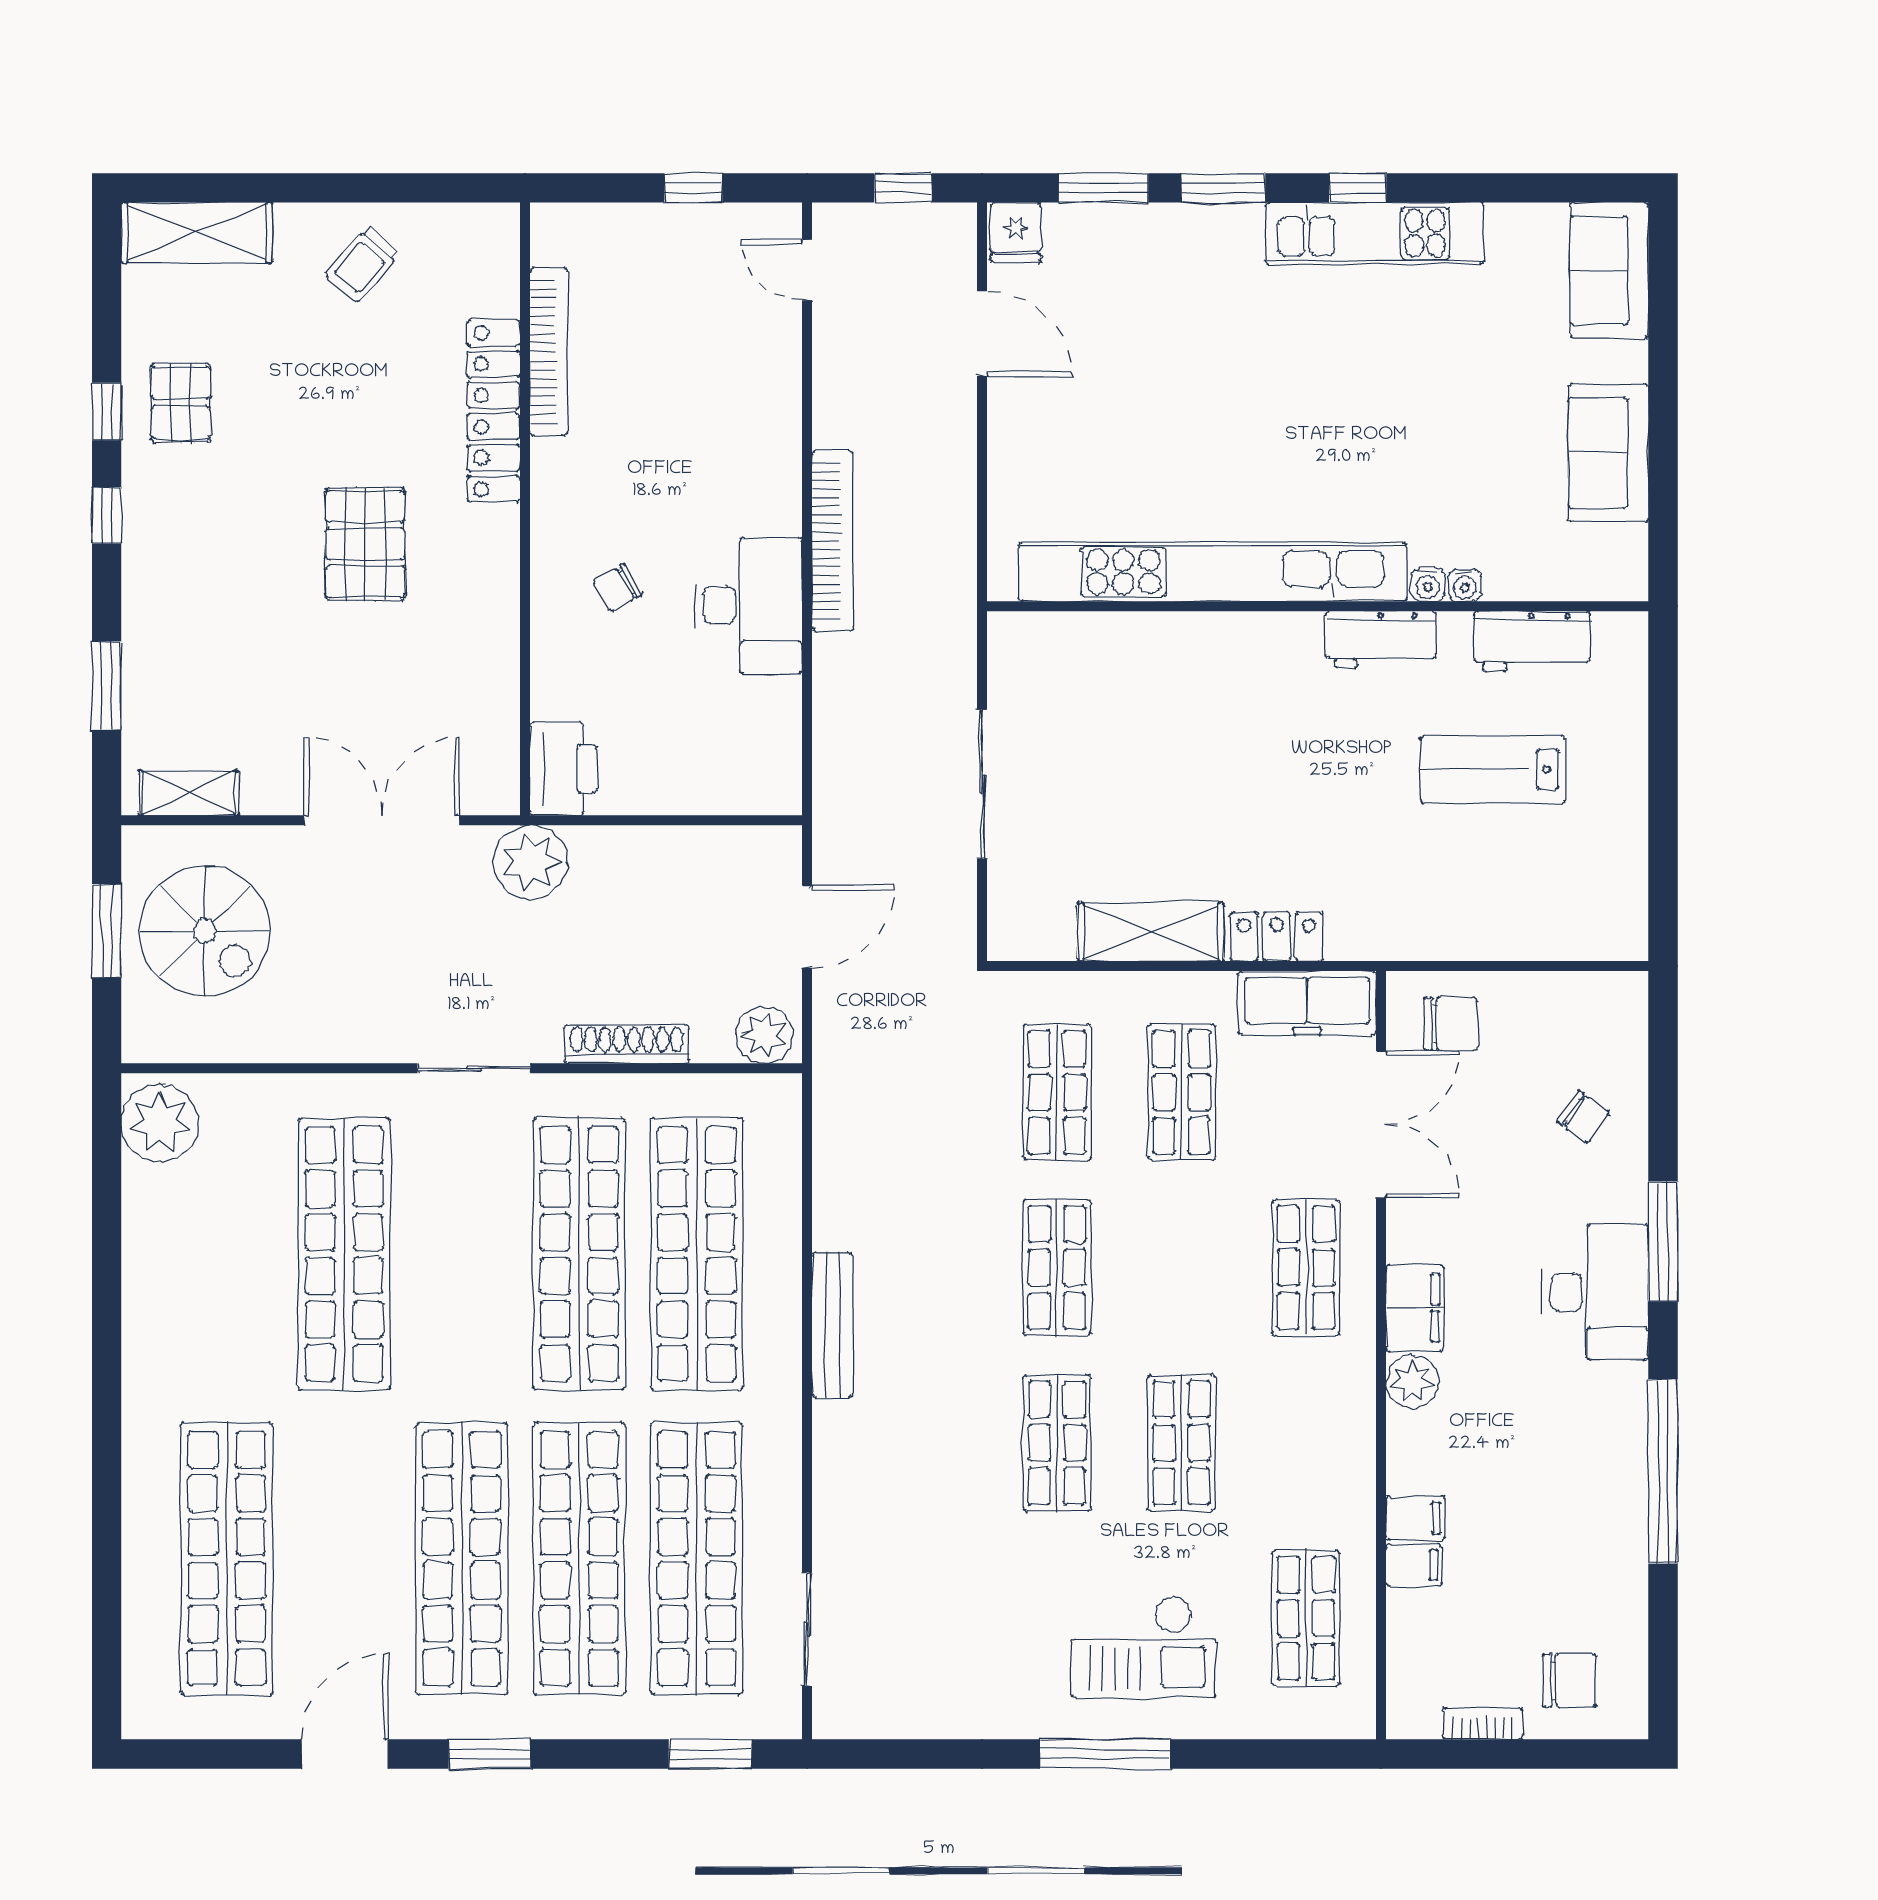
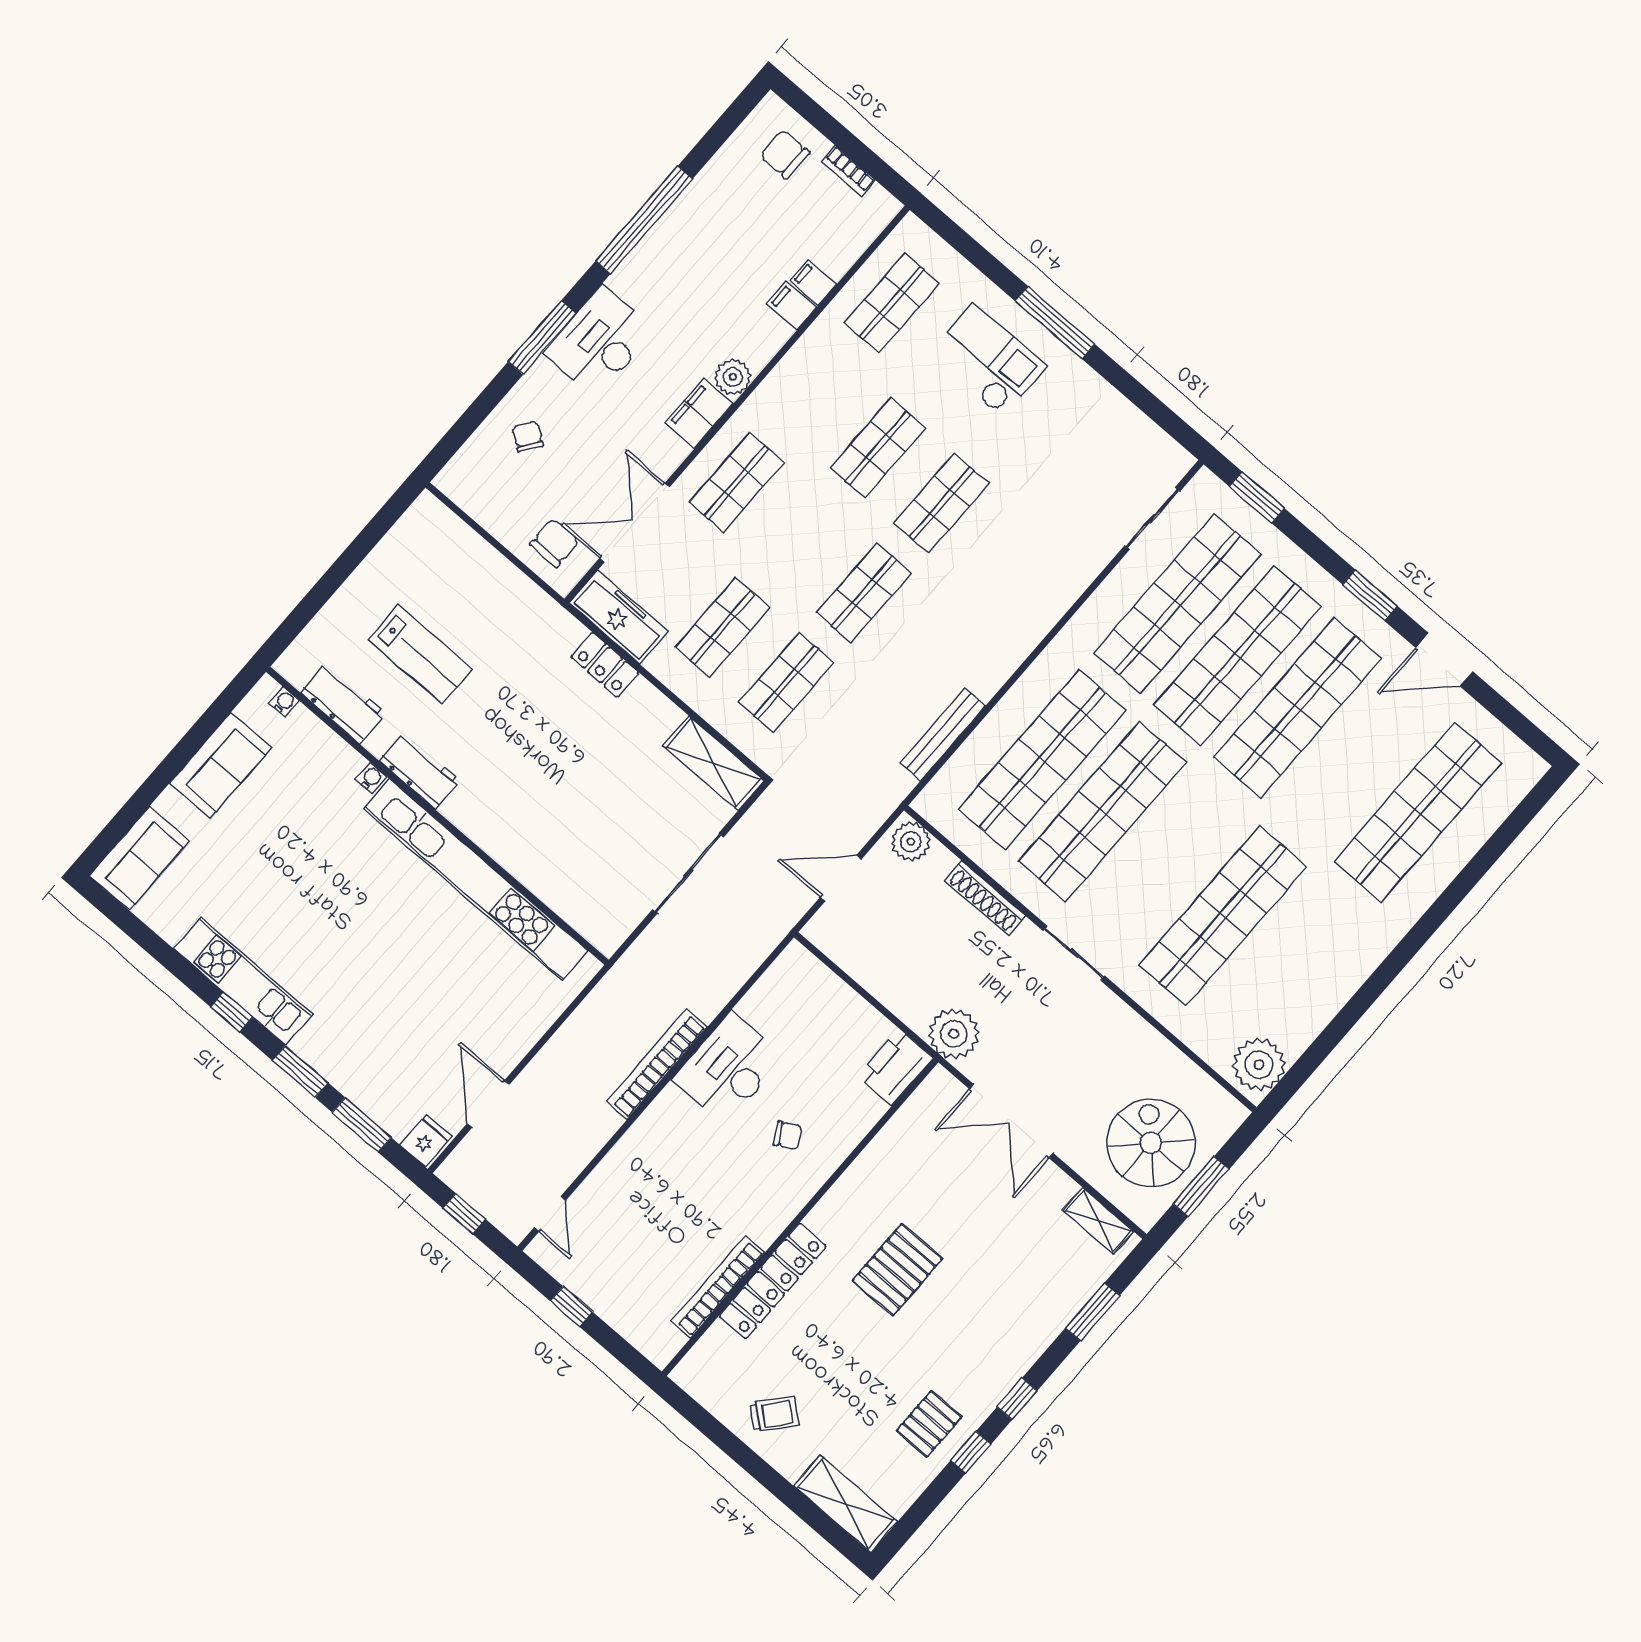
water cooler: (1465, 585) -> (284, 702), moved
shelving: (1151, 932) -> (713, 763), moved
chair: (1451, 1024) -> (555, 543), turned 90
bench: (832, 1325) -> (943, 734), moved

